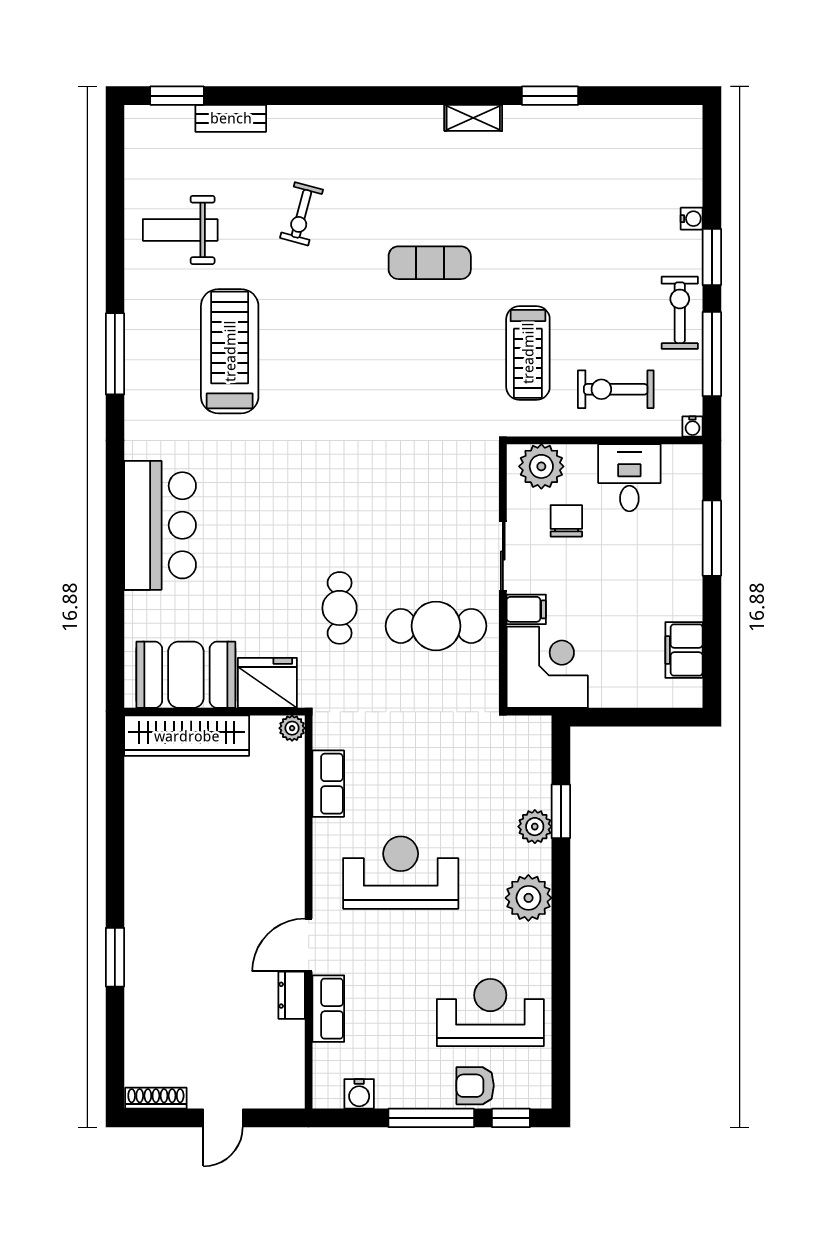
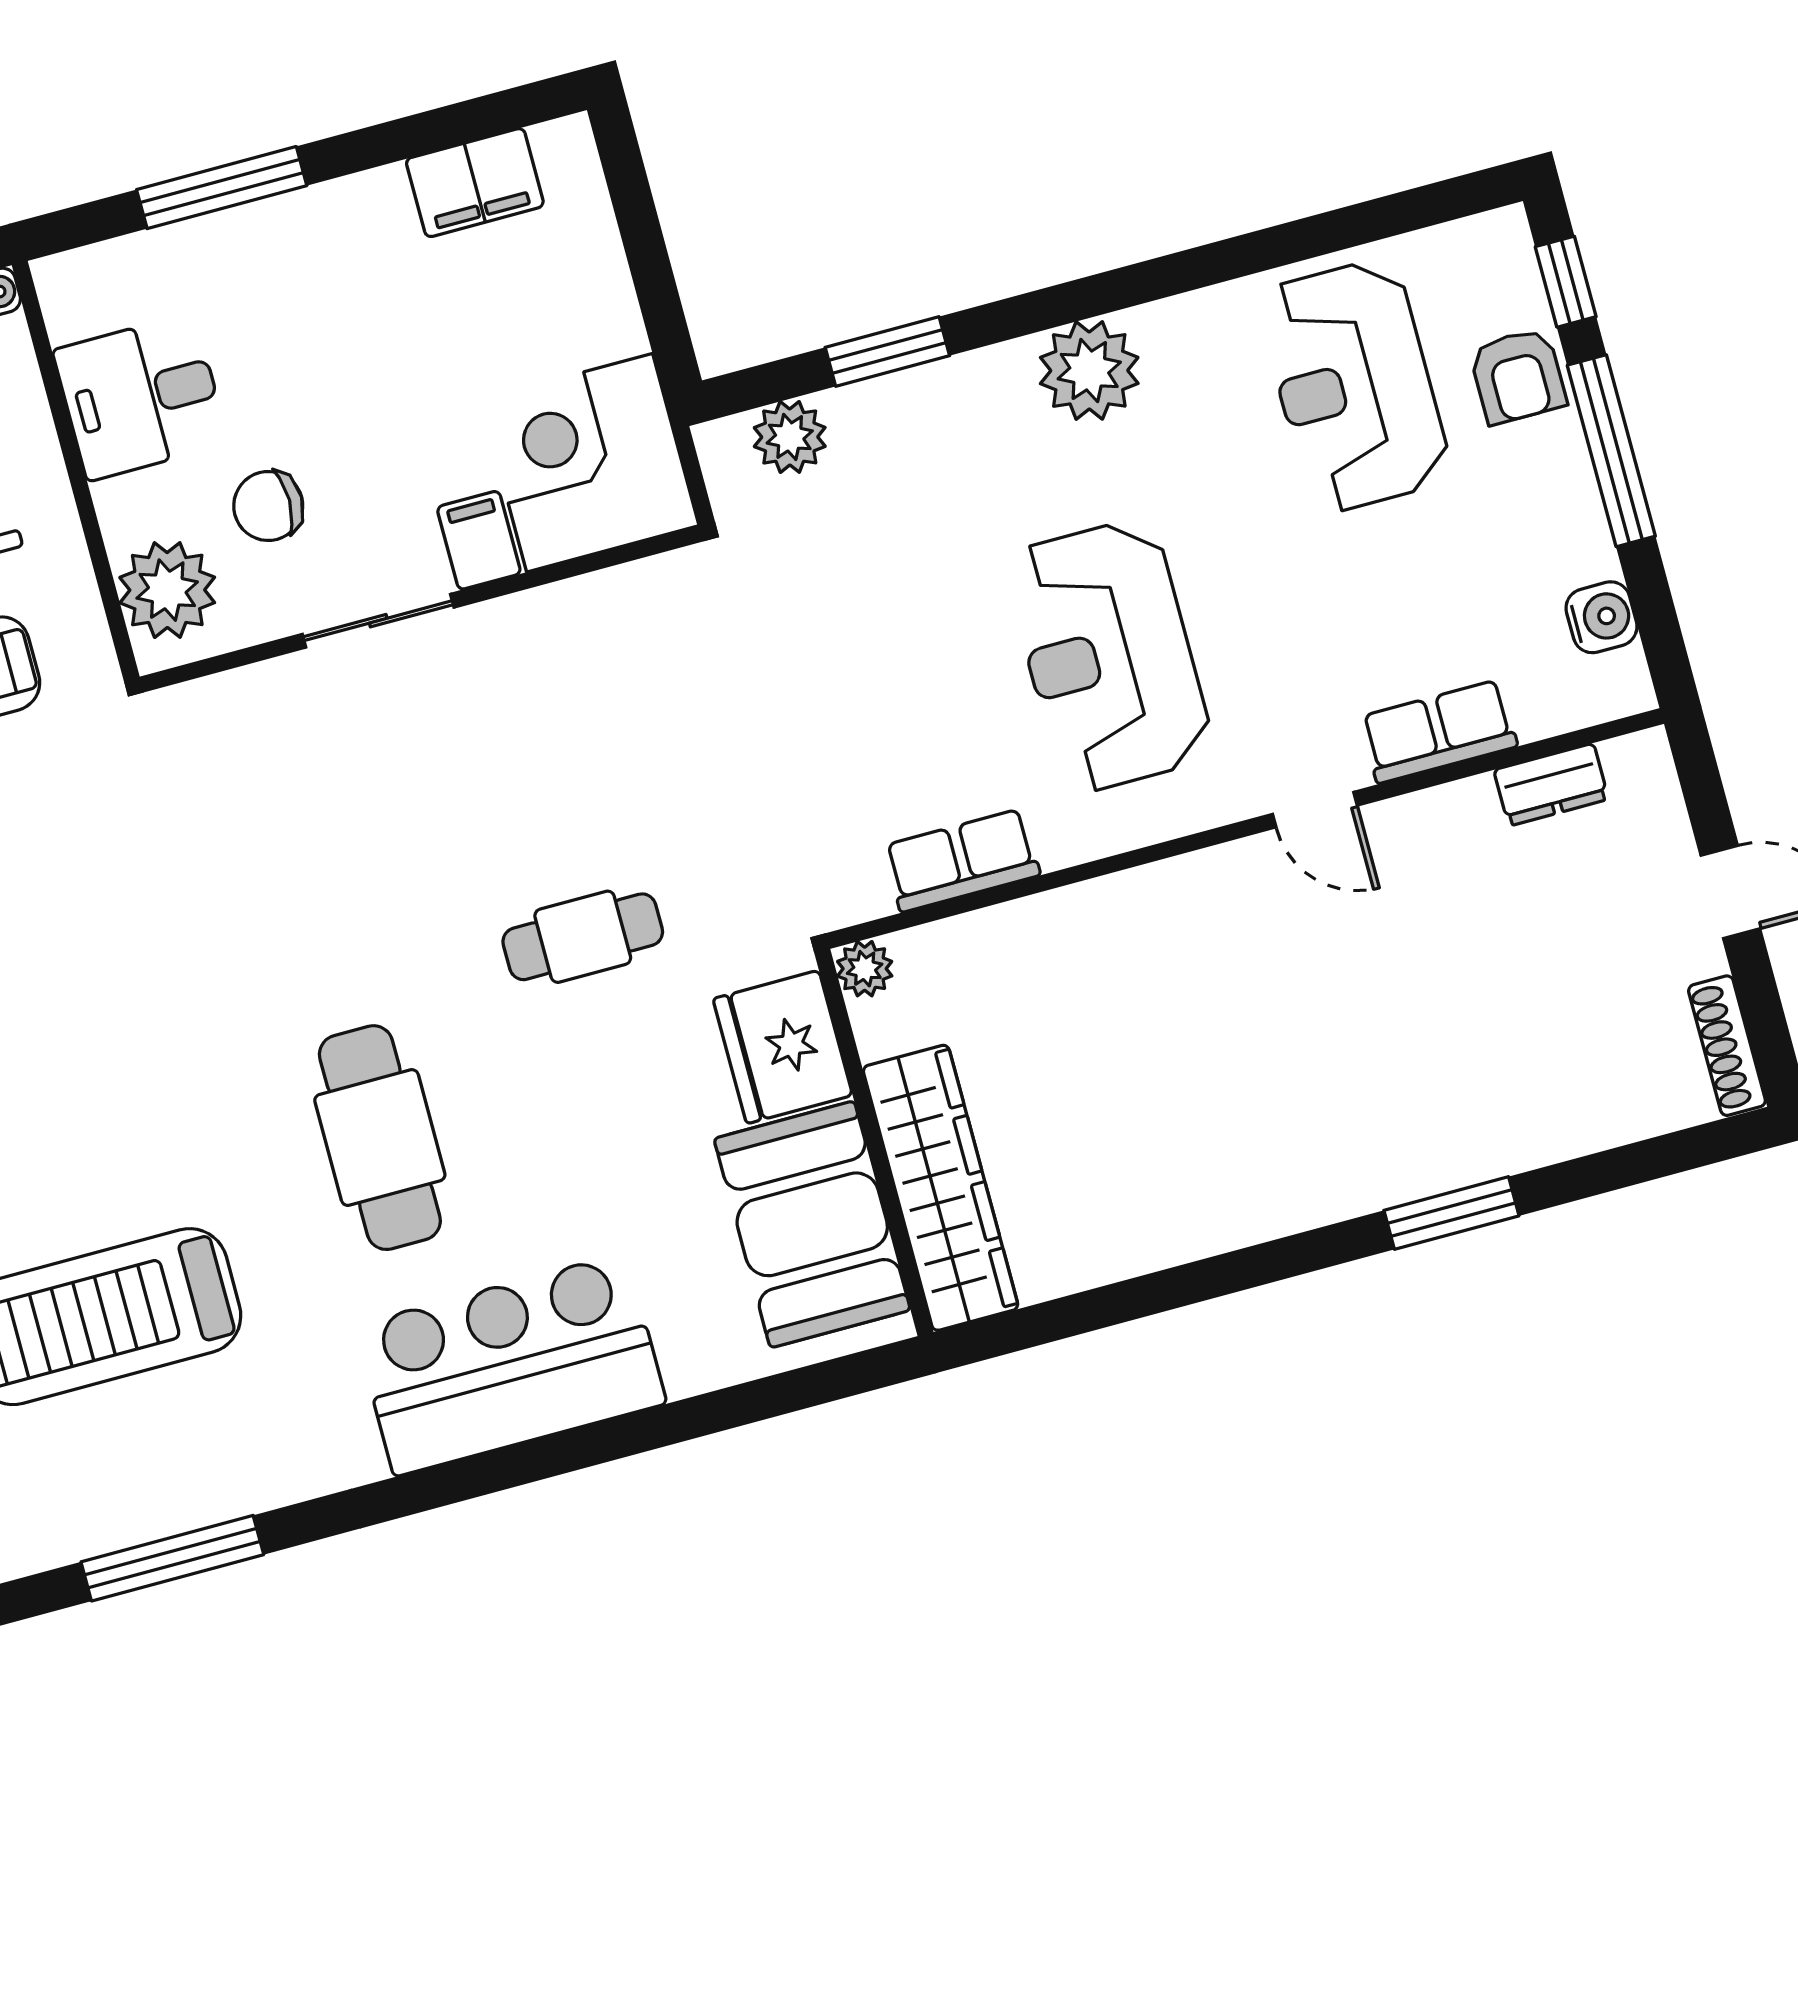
cafe table: (436, 626) -> (380, 1138), moved
plant: (535, 827) -> (790, 437), moved
door: (309, 945) -> (1315, 810), width x0.73
dresser: (292, 995) -> (1551, 785), moved

